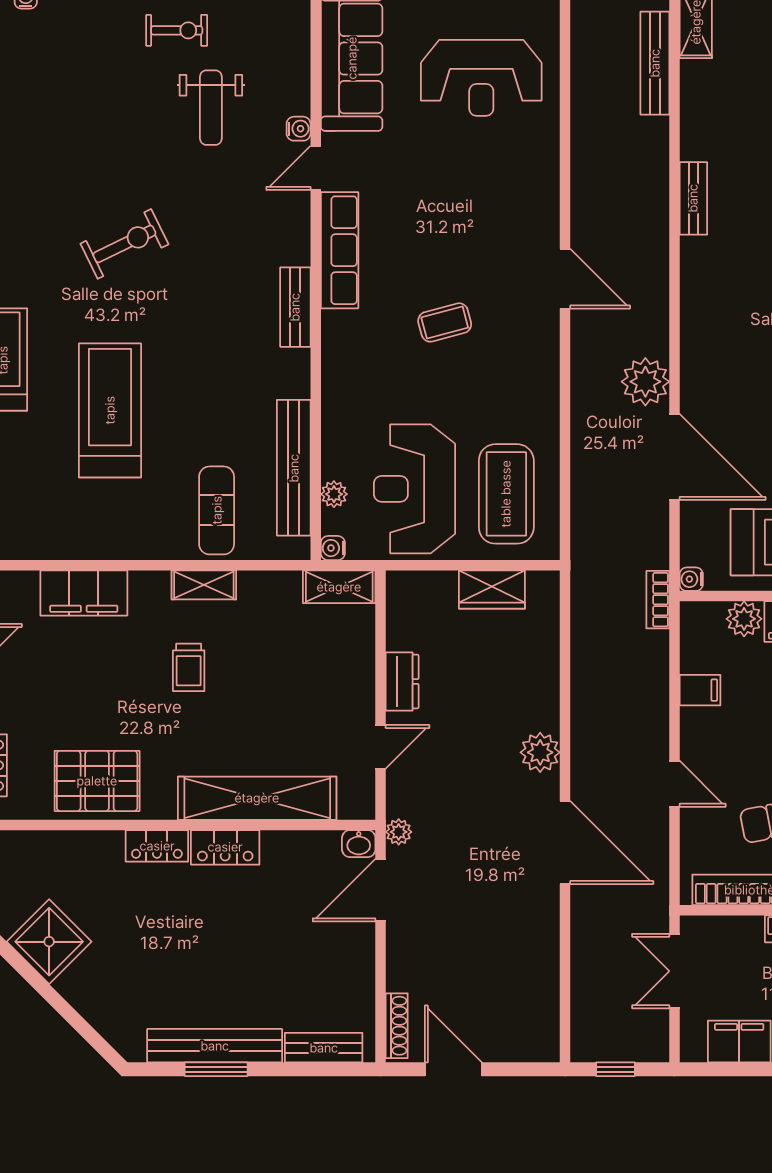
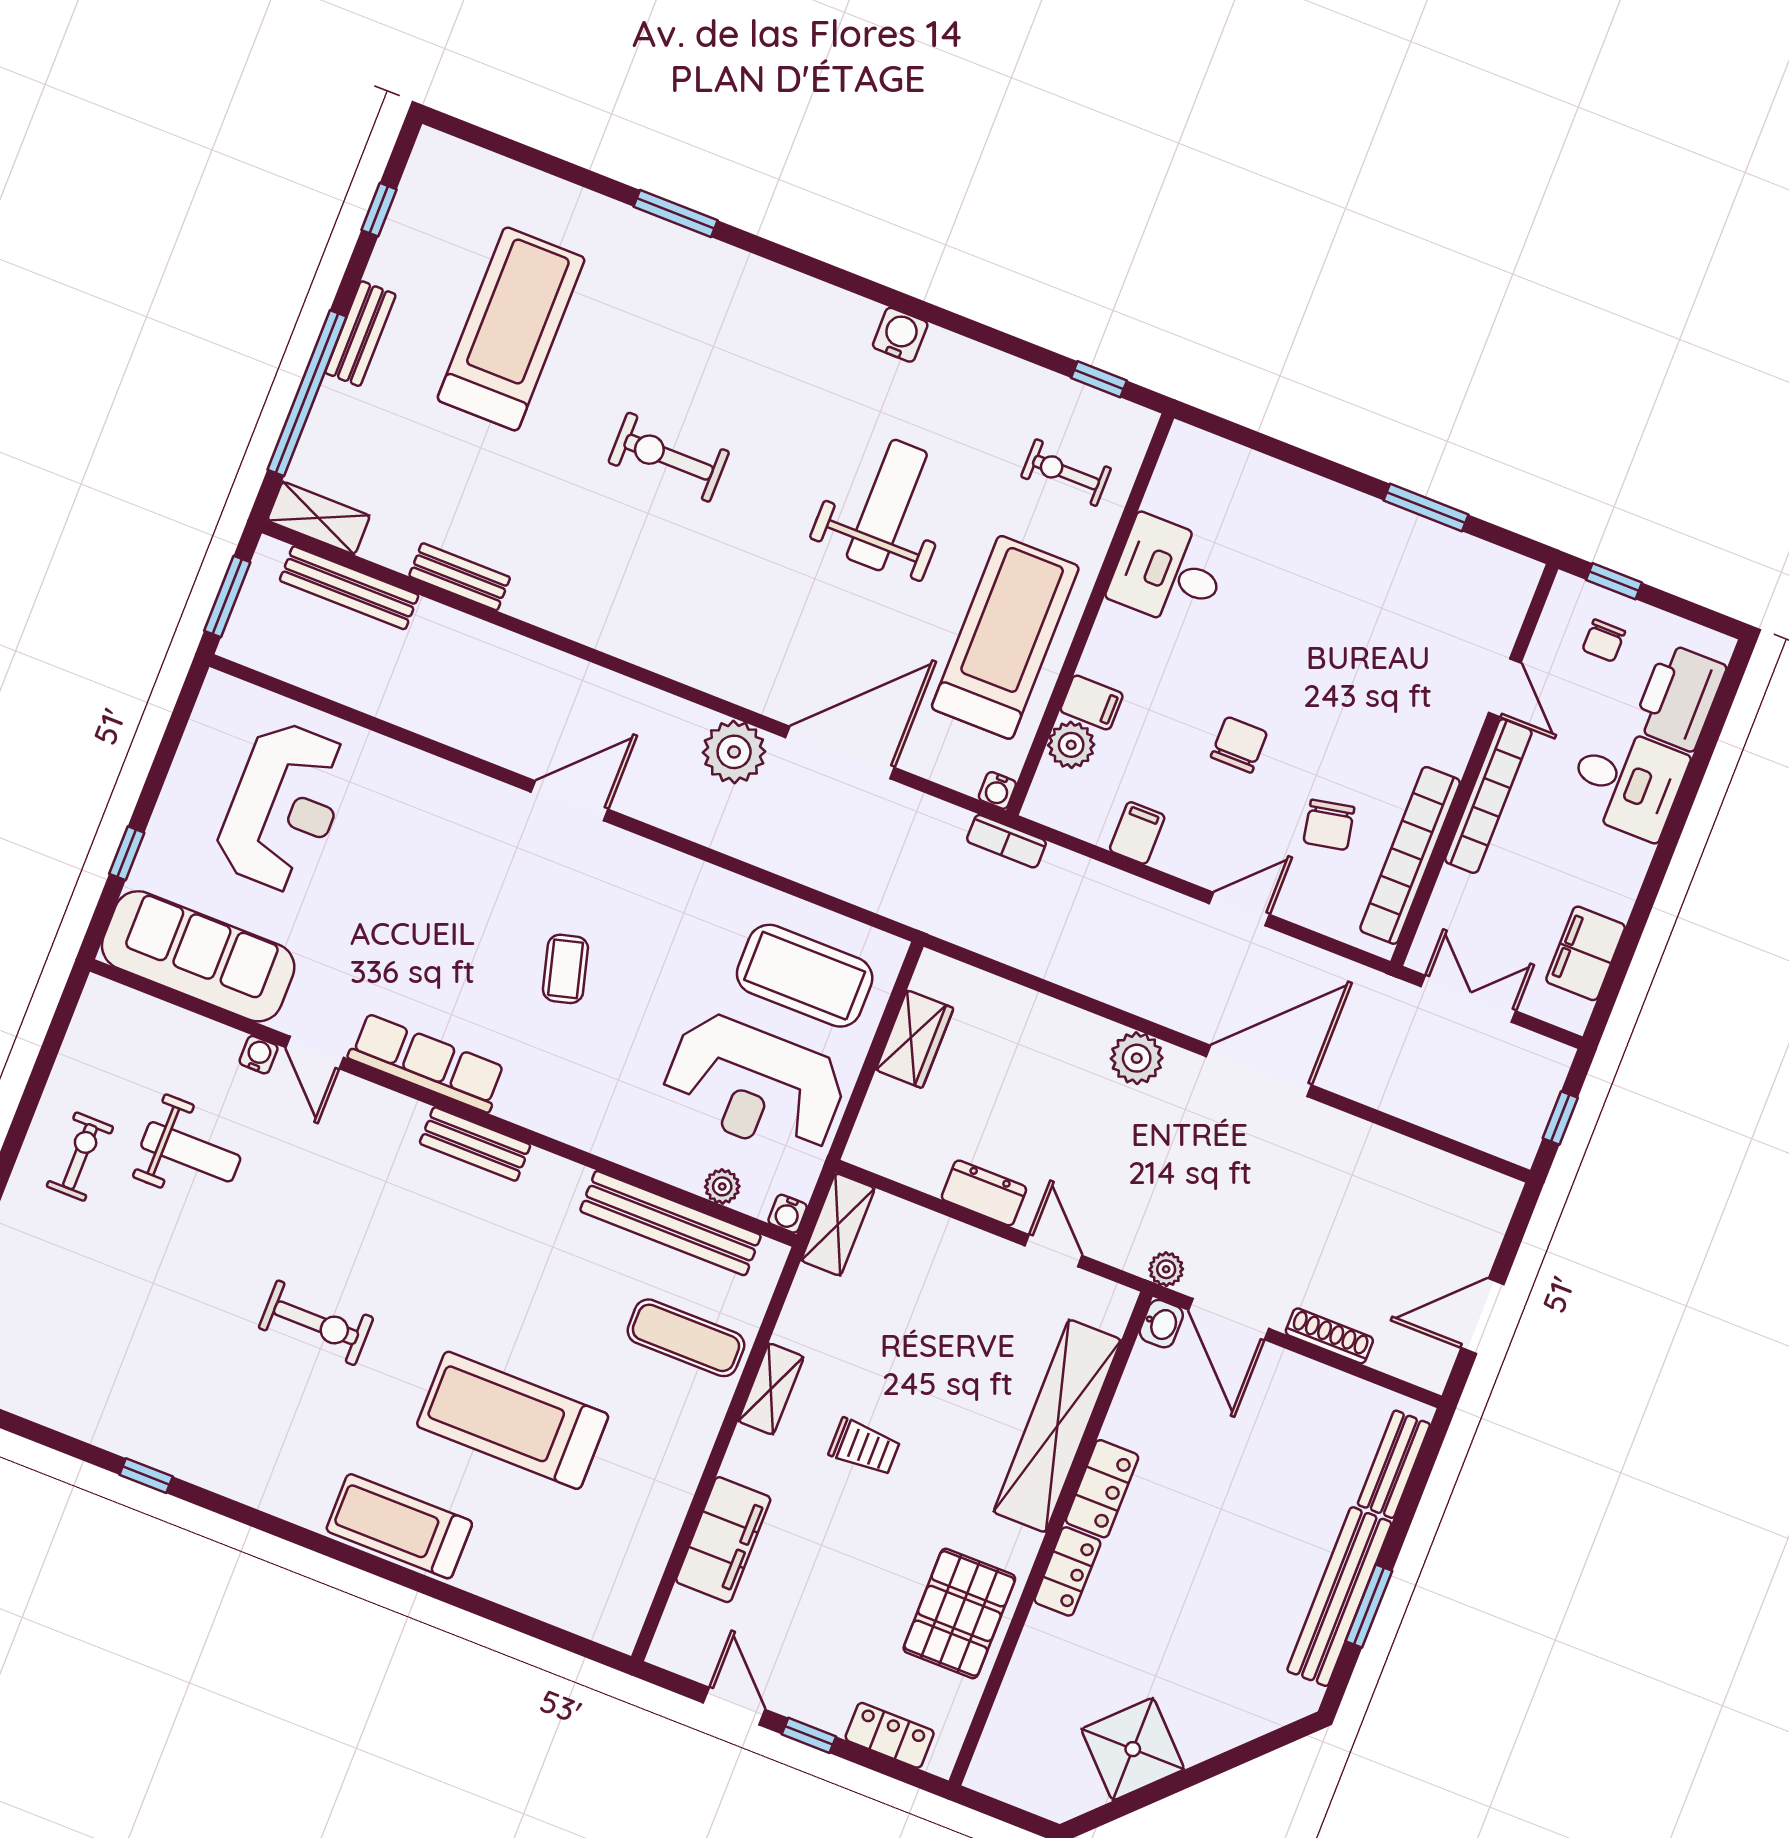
bench: (693, 198) -> (460, 577), moved
exercise bike: (124, 244) -> (316, 1323), turned 116
double door: (674, 971) -> (1468, 999), swing flipped
shoe rack: (397, 1026) -> (1329, 1336), moved

